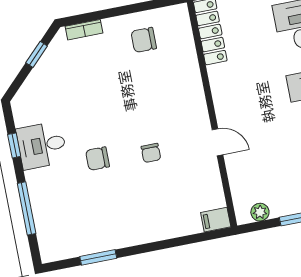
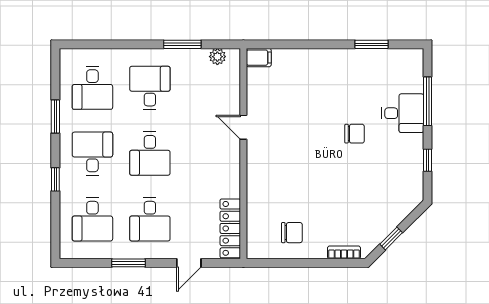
desk: (42, 145) -> (403, 113), moved
chair: (151, 153) -> (305, 129), removed

